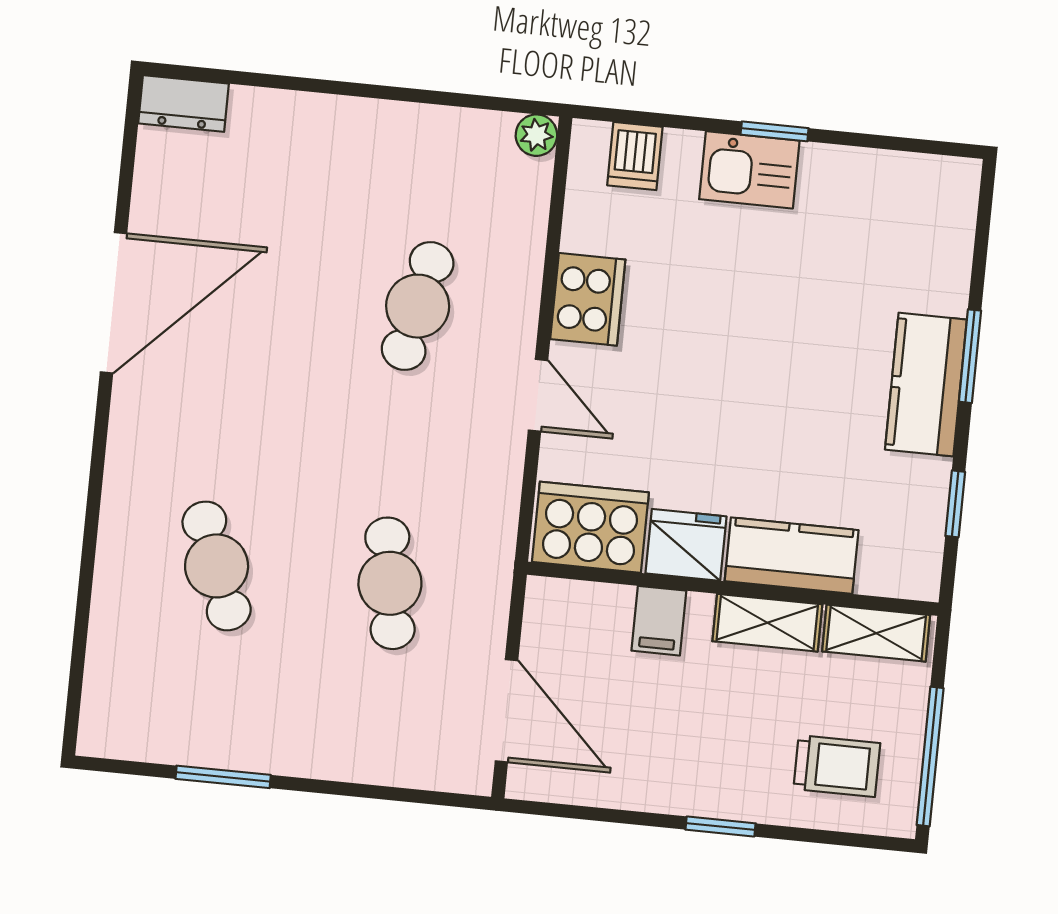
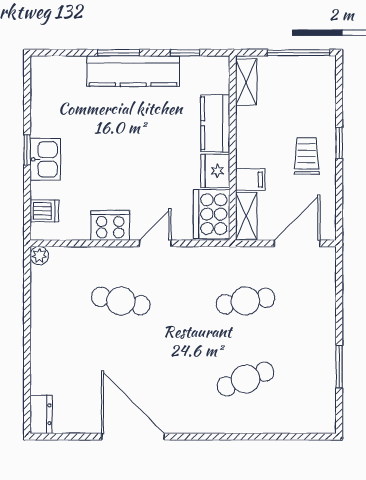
kitchen counter: (926, 385) -> (133, 71), width x1.50
shelving: (767, 623) -> (246, 216), moved
trolley: (837, 766) -> (307, 156), moved

